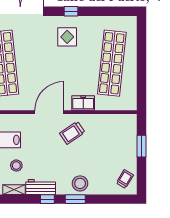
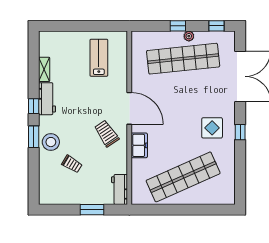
shop shelf: (112, 63) -> (183, 177), turned -30
workbench: (123, 121) -> (120, 189), added
stool: (16, 166) -> (71, 72), removed
trolley: (125, 179) -> (72, 164), moved

